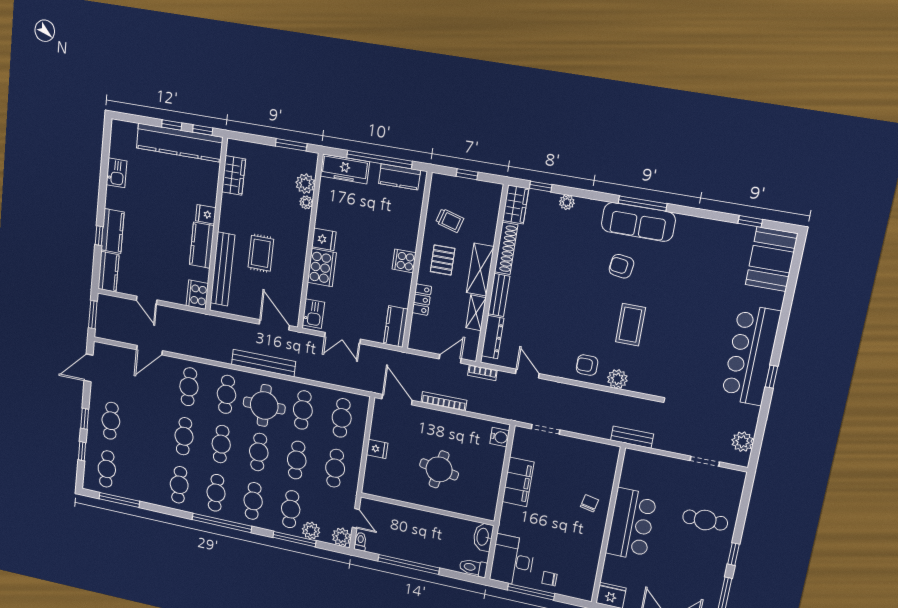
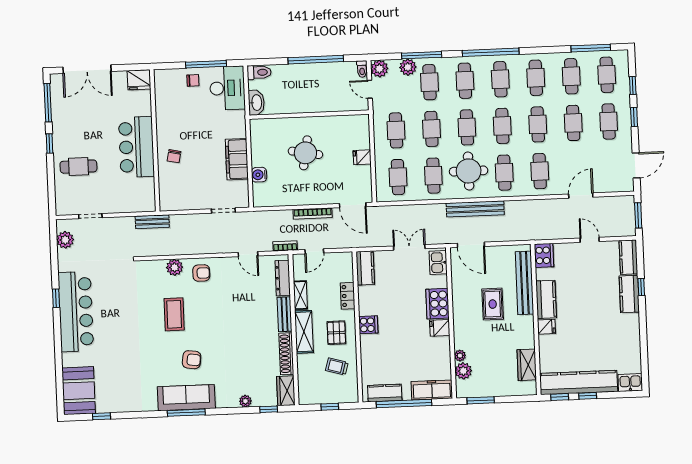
kitchen sink: (116, 173) -> (630, 383), moved, turned 90
cafe table: (147, 428) -> (573, 123), added
water cooler: (500, 437) -> (259, 175), moved
cafe table: (143, 477) -> (571, 76), added

